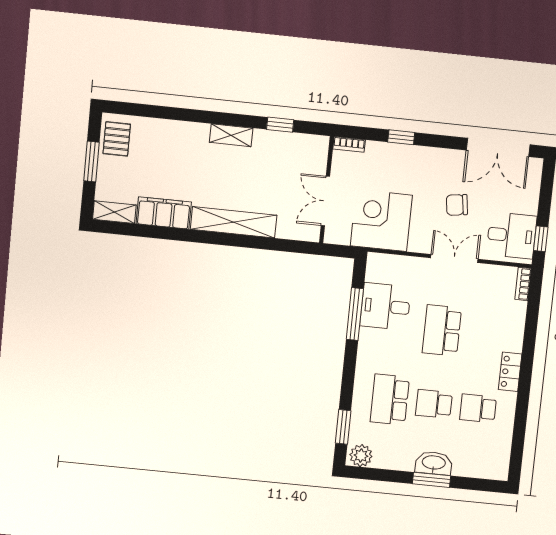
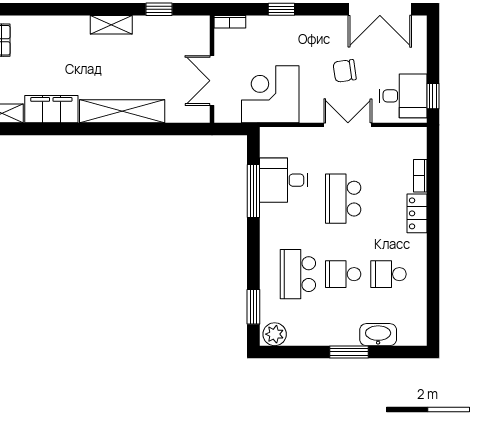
bookcase: (523, 284) -> (420, 176), moved
locker: (510, 372) -> (417, 213), moved
washbasin: (434, 463) -> (378, 335), moved

